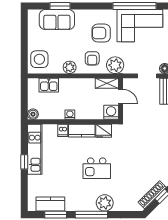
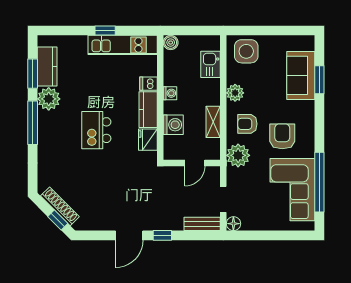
shelving: (107, 83) -> (213, 122), moved
washing machine: (111, 112) -> (173, 125), moved
plant: (105, 203) -> (49, 99), moved

